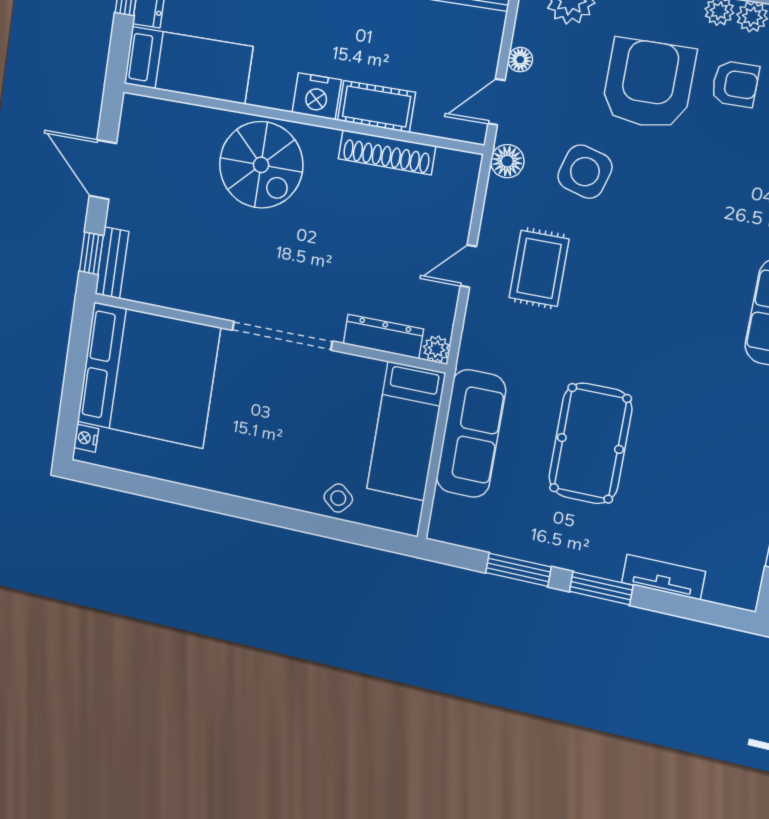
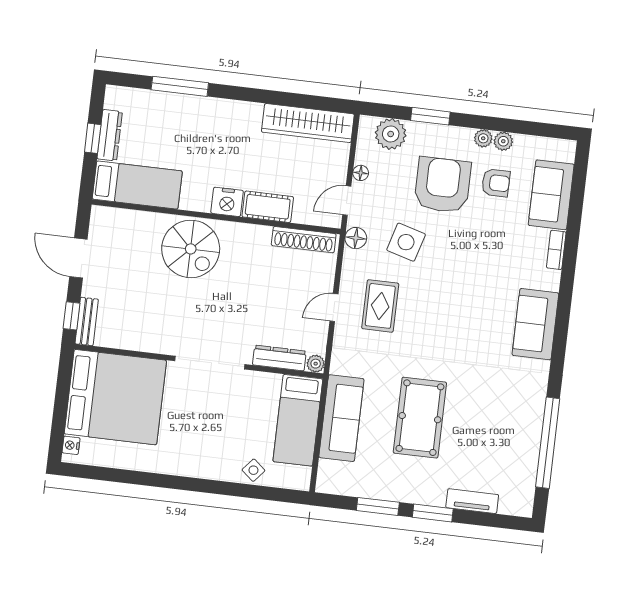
shoe rack: (387, 152) -> (304, 240), moved

